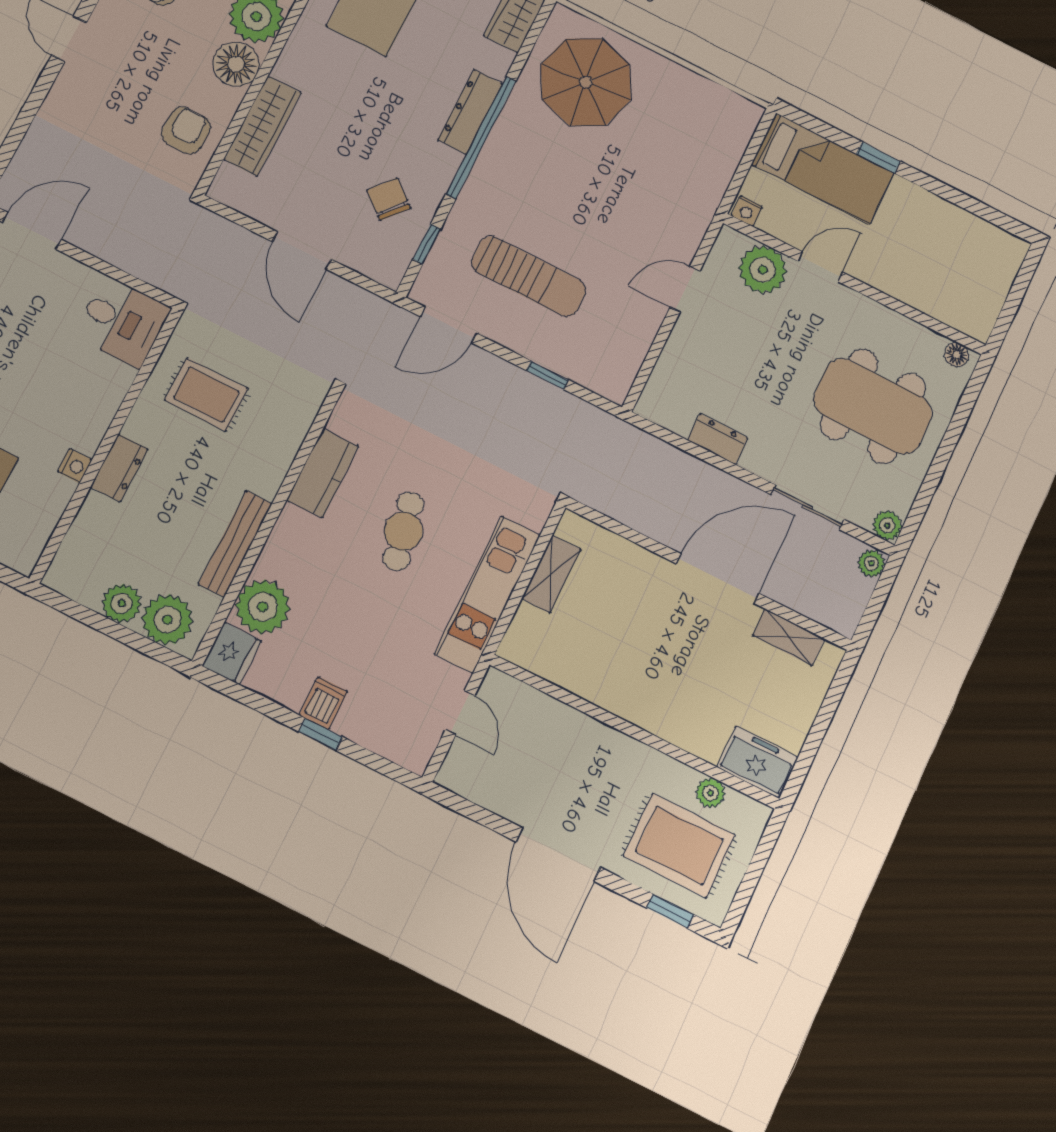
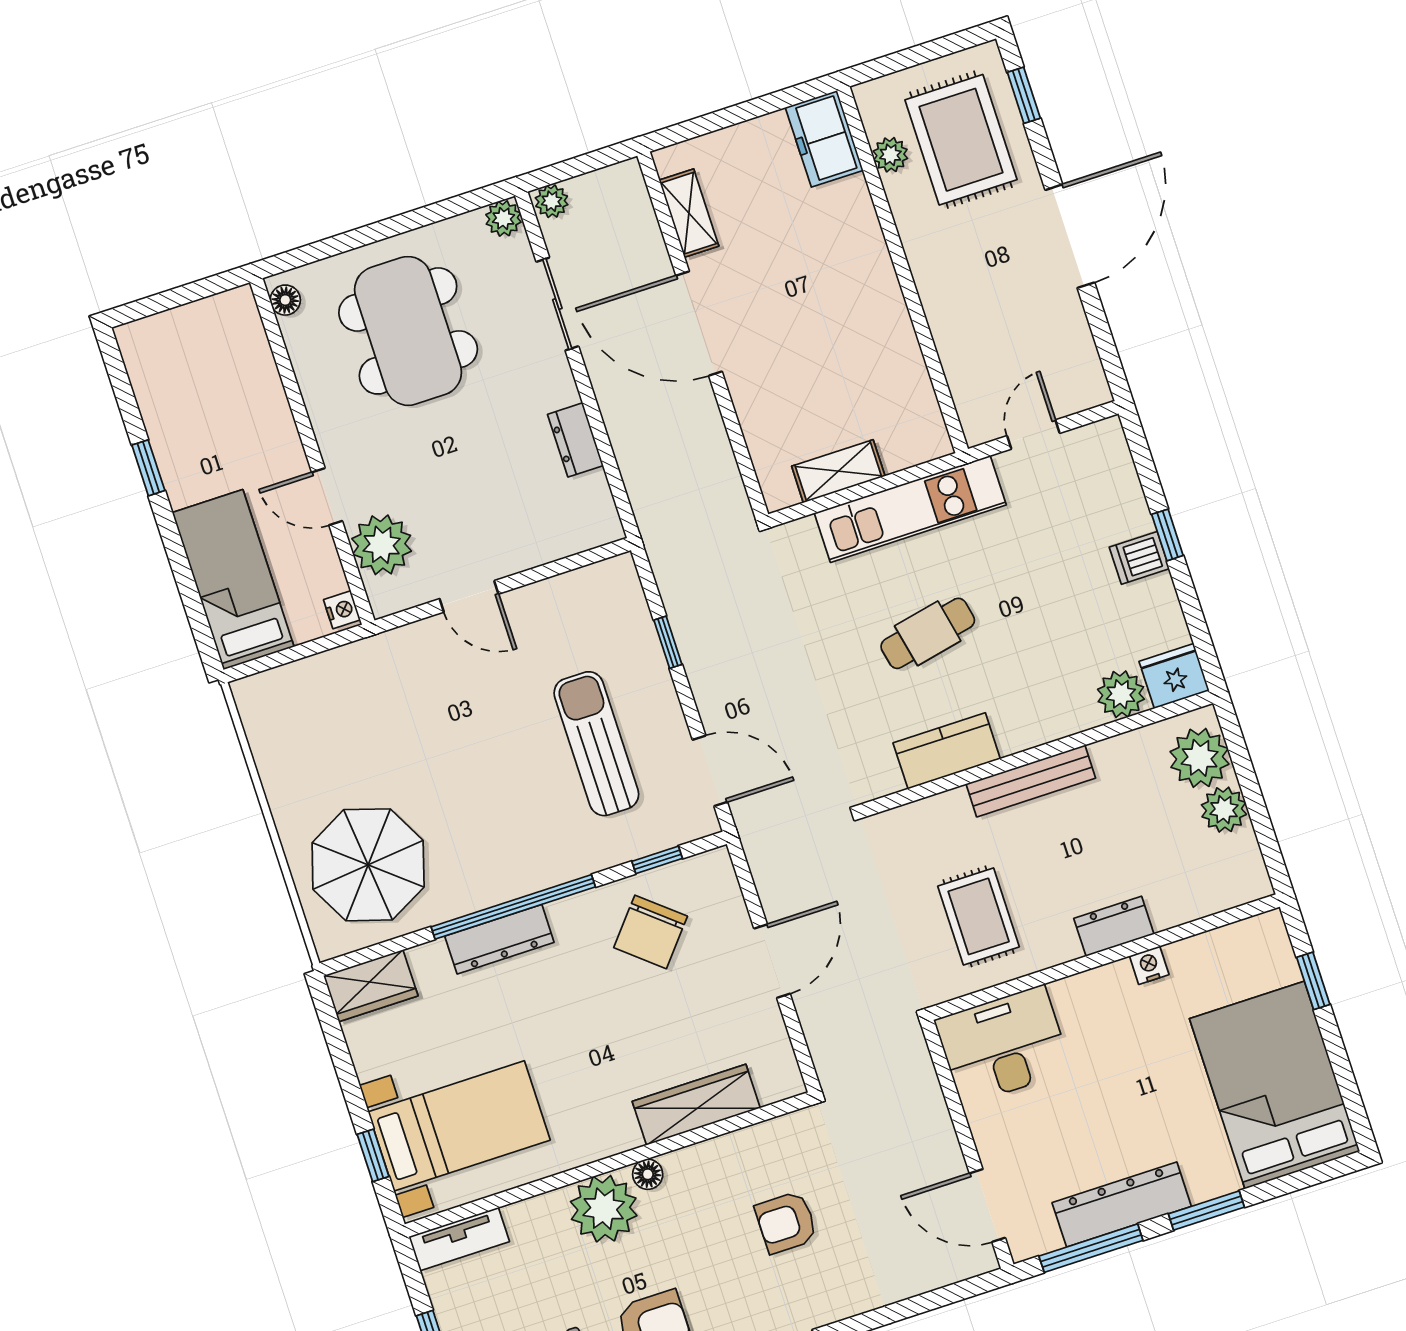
floor lamp: (236, 64) -> (648, 1174), width x0.53, depth x0.53
armchair: (186, 130) -> (786, 1222), moved
window: (878, 158) -> (148, 468), moved
chair: (389, 199) -> (651, 932), width x1.37, depth x1.37
desk: (122, 322) -> (1003, 1045), width x1.37
bench: (235, 544) -> (1031, 781), moved
plant: (263, 607) -> (1121, 694), width x0.73, depth x0.73

